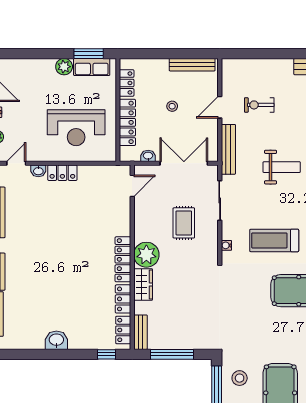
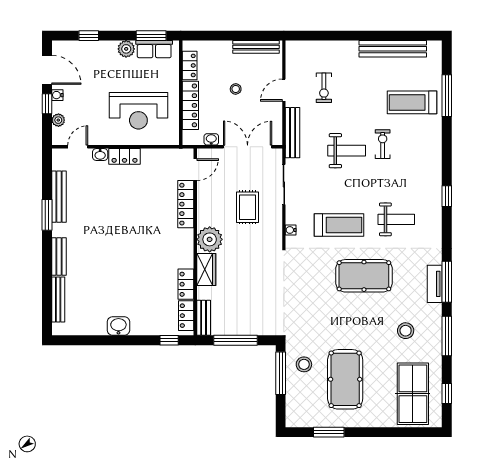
window: (27, 54) -> (89, 36), added
exercise bike: (259, 105) -> (324, 88), turned -90
treadmill: (274, 240) -> (339, 225), turned 180
locker: (123, 259) -> (186, 204), moved

